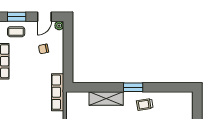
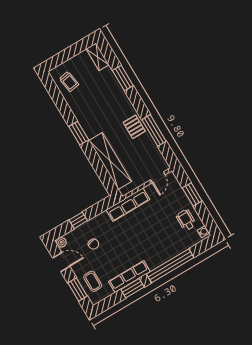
window: (68, 48) -> (78, 220), added
shelving: (106, 98) -> (110, 161), width x1.47
trolley: (145, 104) -> (69, 82), moved

